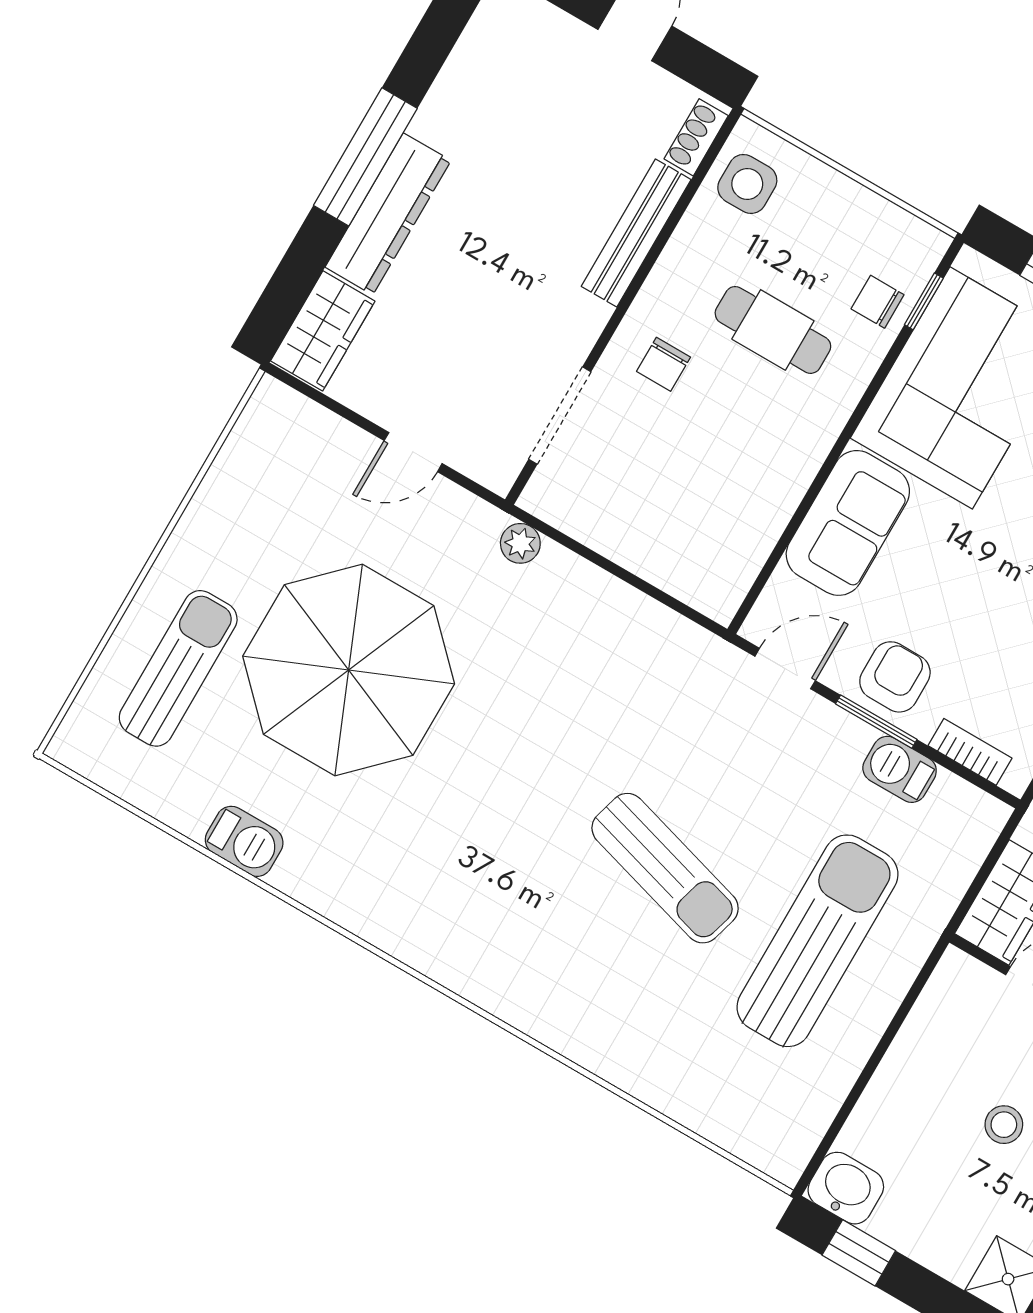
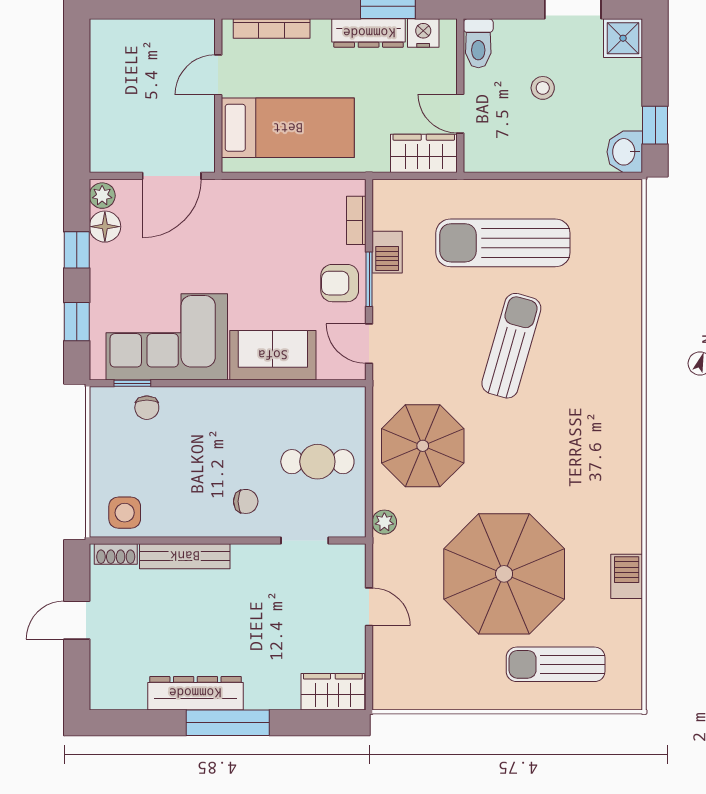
dresser: (388, 214) -> (195, 693), moved
cafe table: (773, 330) -> (317, 462), moved, turned 90
doorway: (560, 416) -> (305, 540), width x0.73
parasol: (597, 660) -> (423, 446), added

